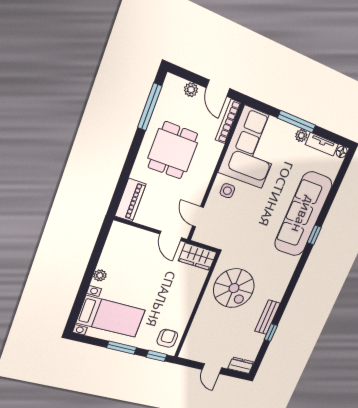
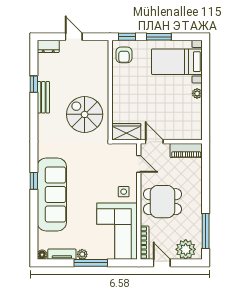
plant: (191, 90) -> (186, 249), width x1.88, depth x1.88
dining table: (173, 150) -> (162, 202), moved, turned 90
piano: (130, 200) -> (186, 151), moved, turned -90

